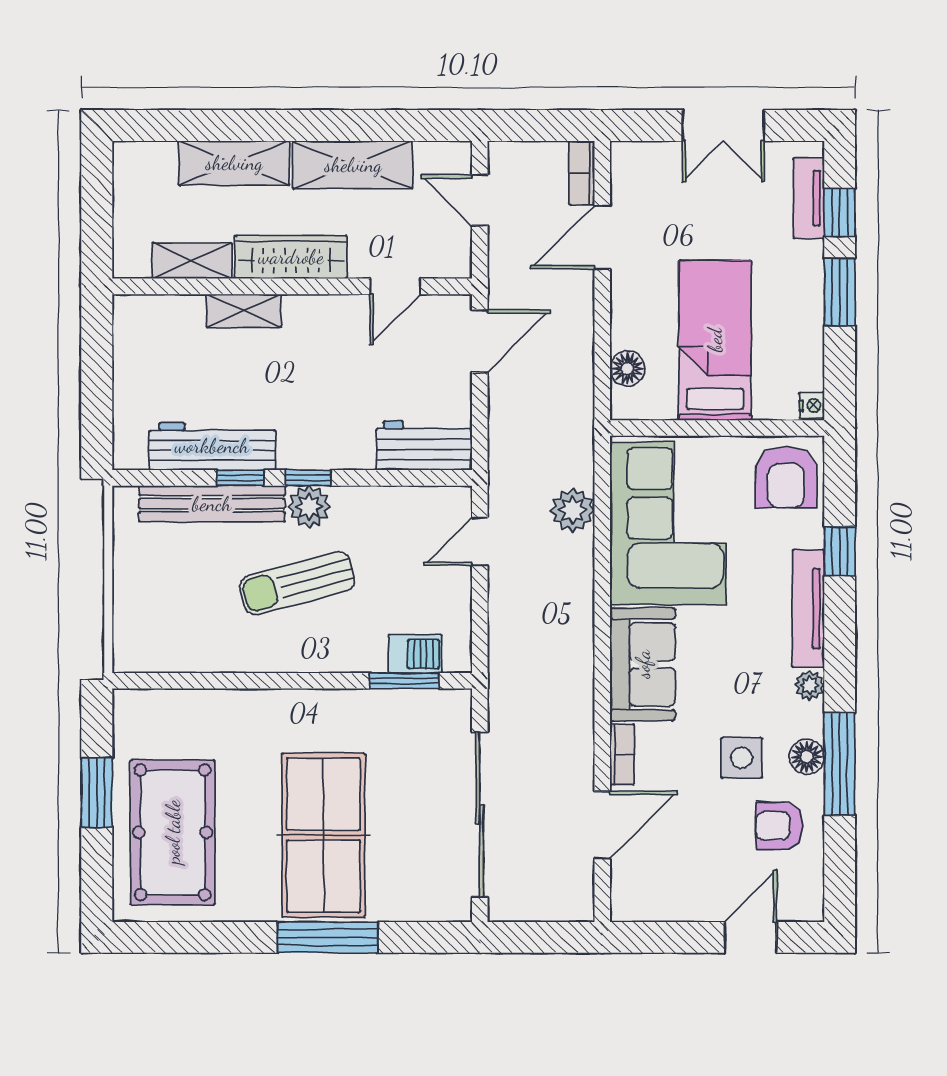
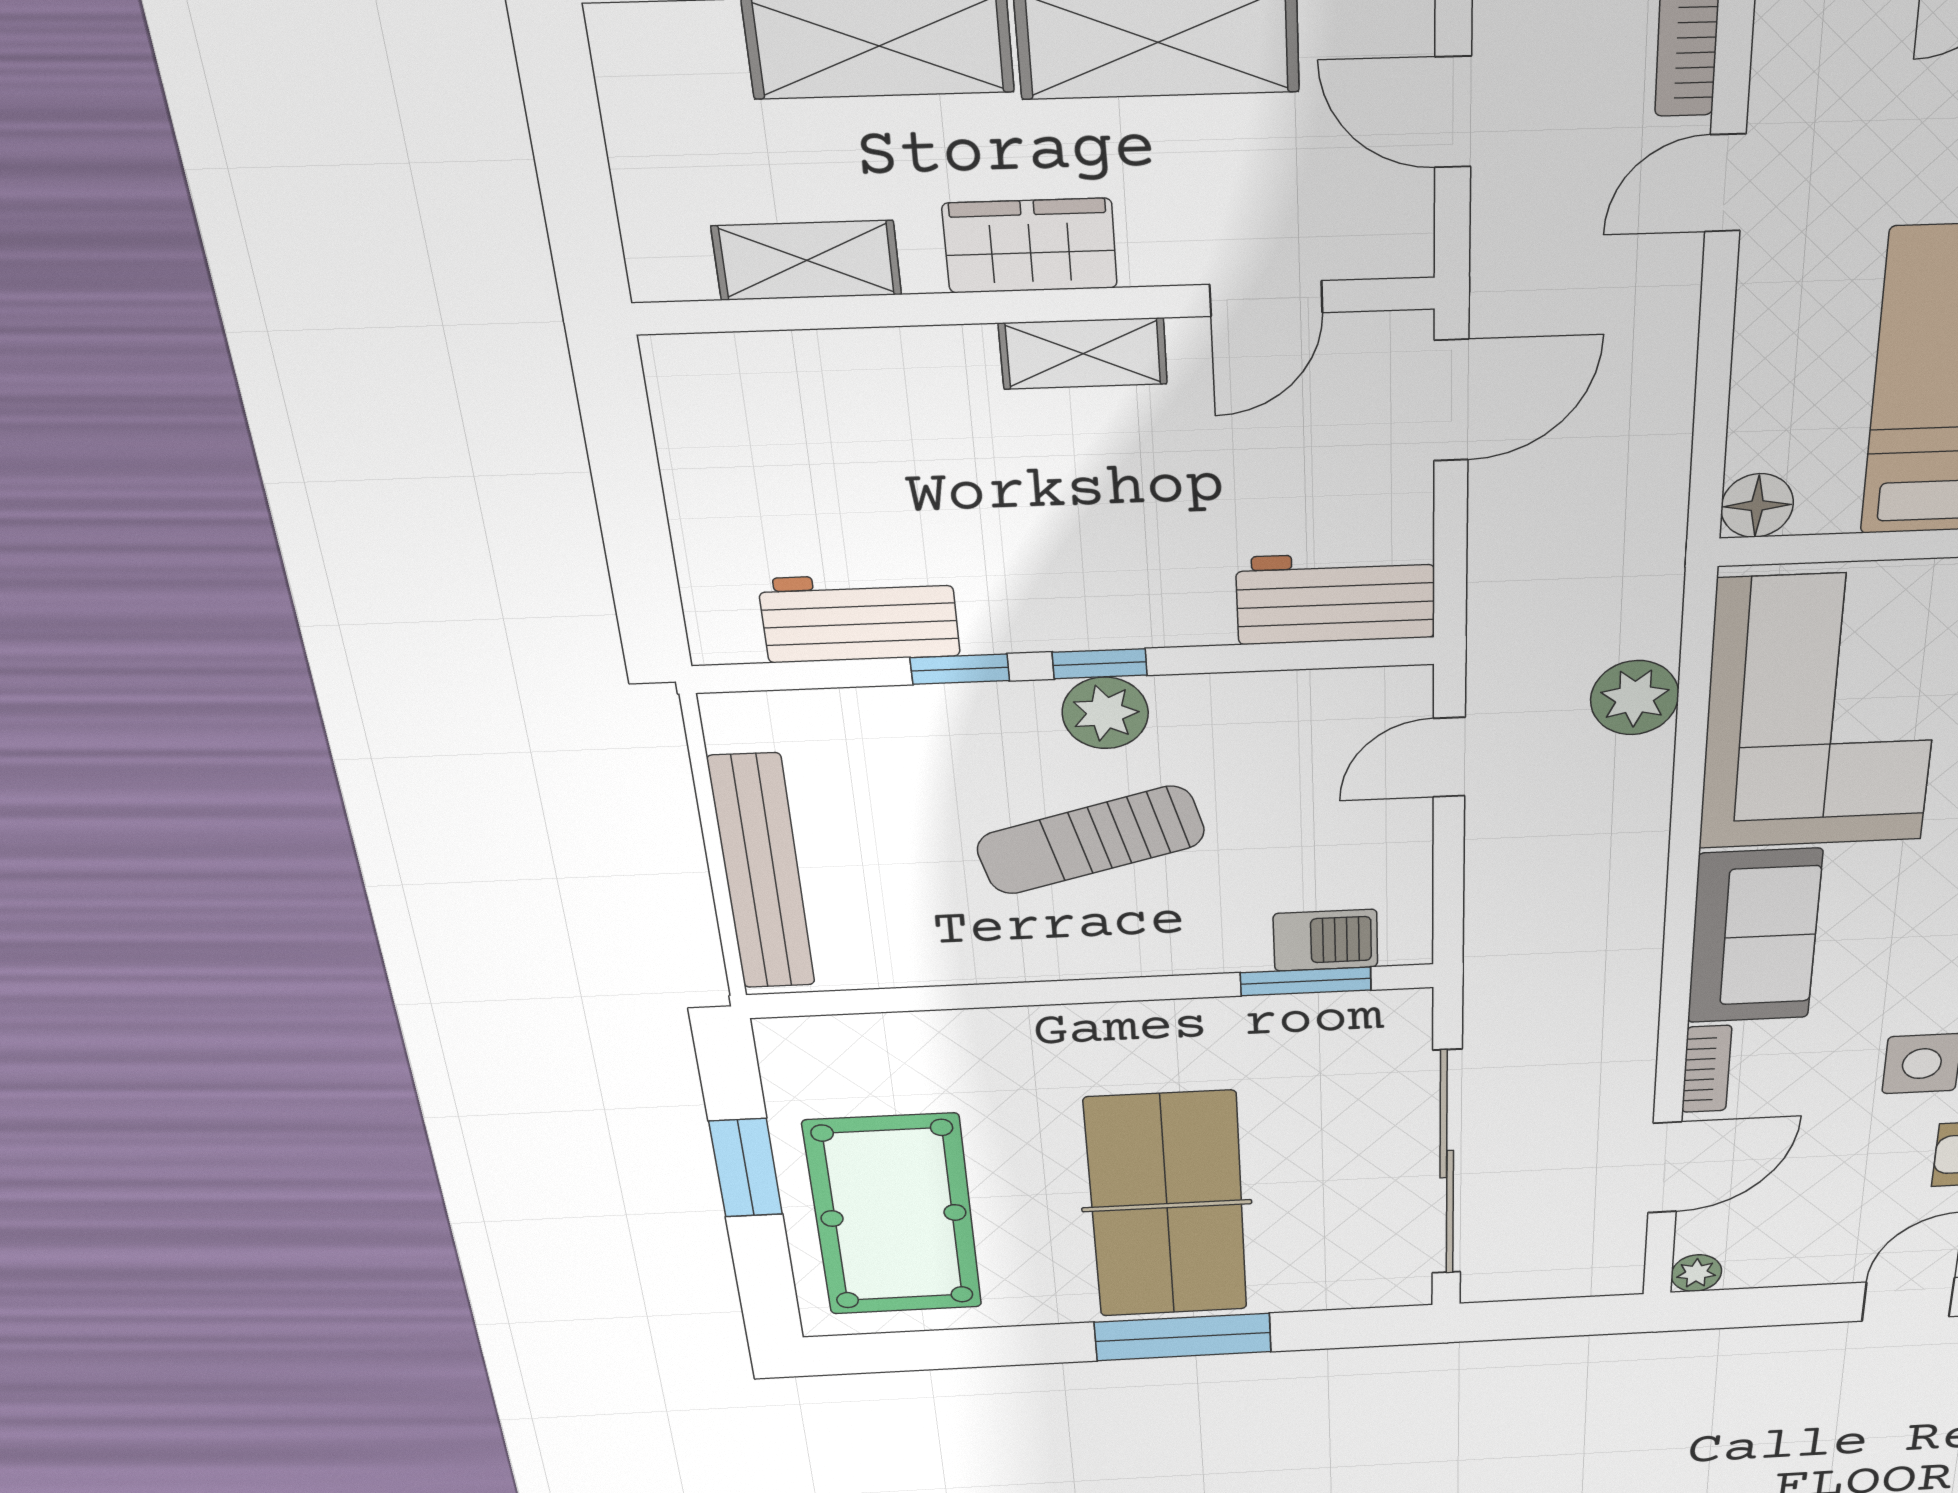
door: (602, 237) -> (1725, 183), width x0.73
wardrobe: (291, 257) -> (1030, 246), width x0.67
shelving: (243, 311) -> (1083, 354), moved
floor lamp: (627, 368) -> (1757, 506), moved
workbench: (212, 446) -> (860, 618), width x0.73
bench: (212, 504) -> (762, 873), moved, turned 90
plant: (624, 908) -> (1696, 1273), added

